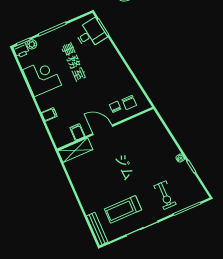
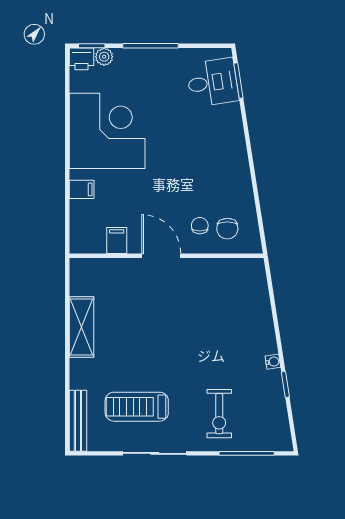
corner desk: (42, 77) -> (107, 131), width x1.36, depth x1.36
shelving: (75, 150) -> (82, 327), moved, turned 90

